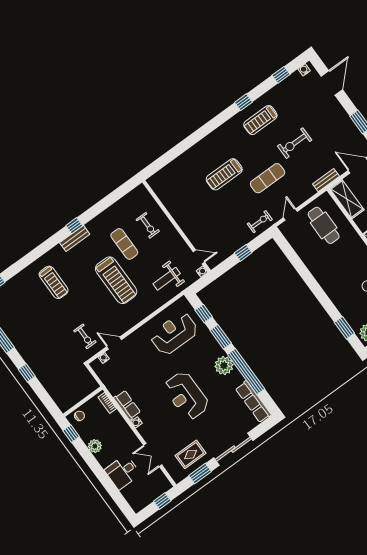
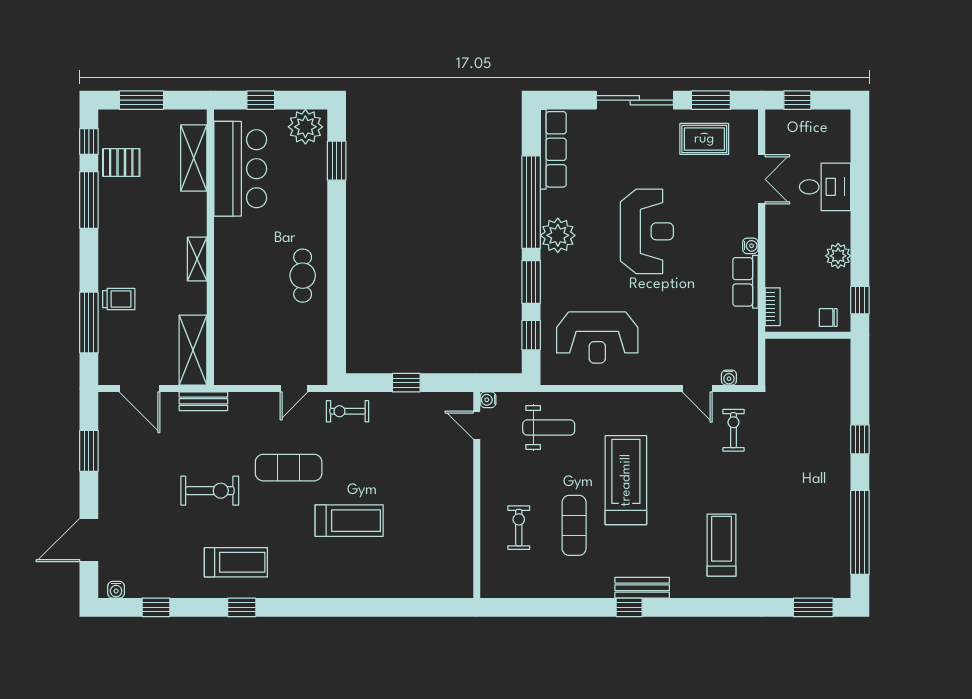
cafe table: (324, 225) -> (303, 276), moved, width x0.73, depth x0.74

